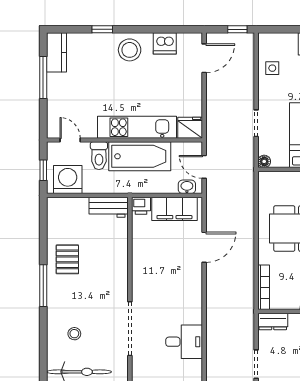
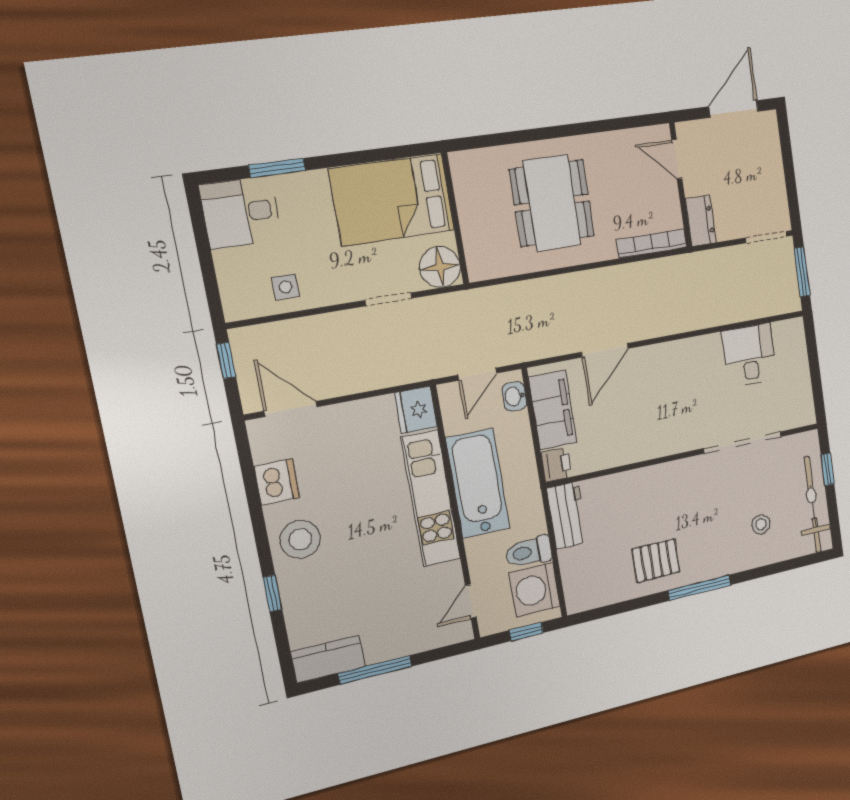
toilet: (99, 156) -> (528, 552), moved, turned 180
floor lamp: (264, 161) -> (440, 267), width x1.89, depth x1.89
door: (204, 247) -> (605, 350), swing flipped

